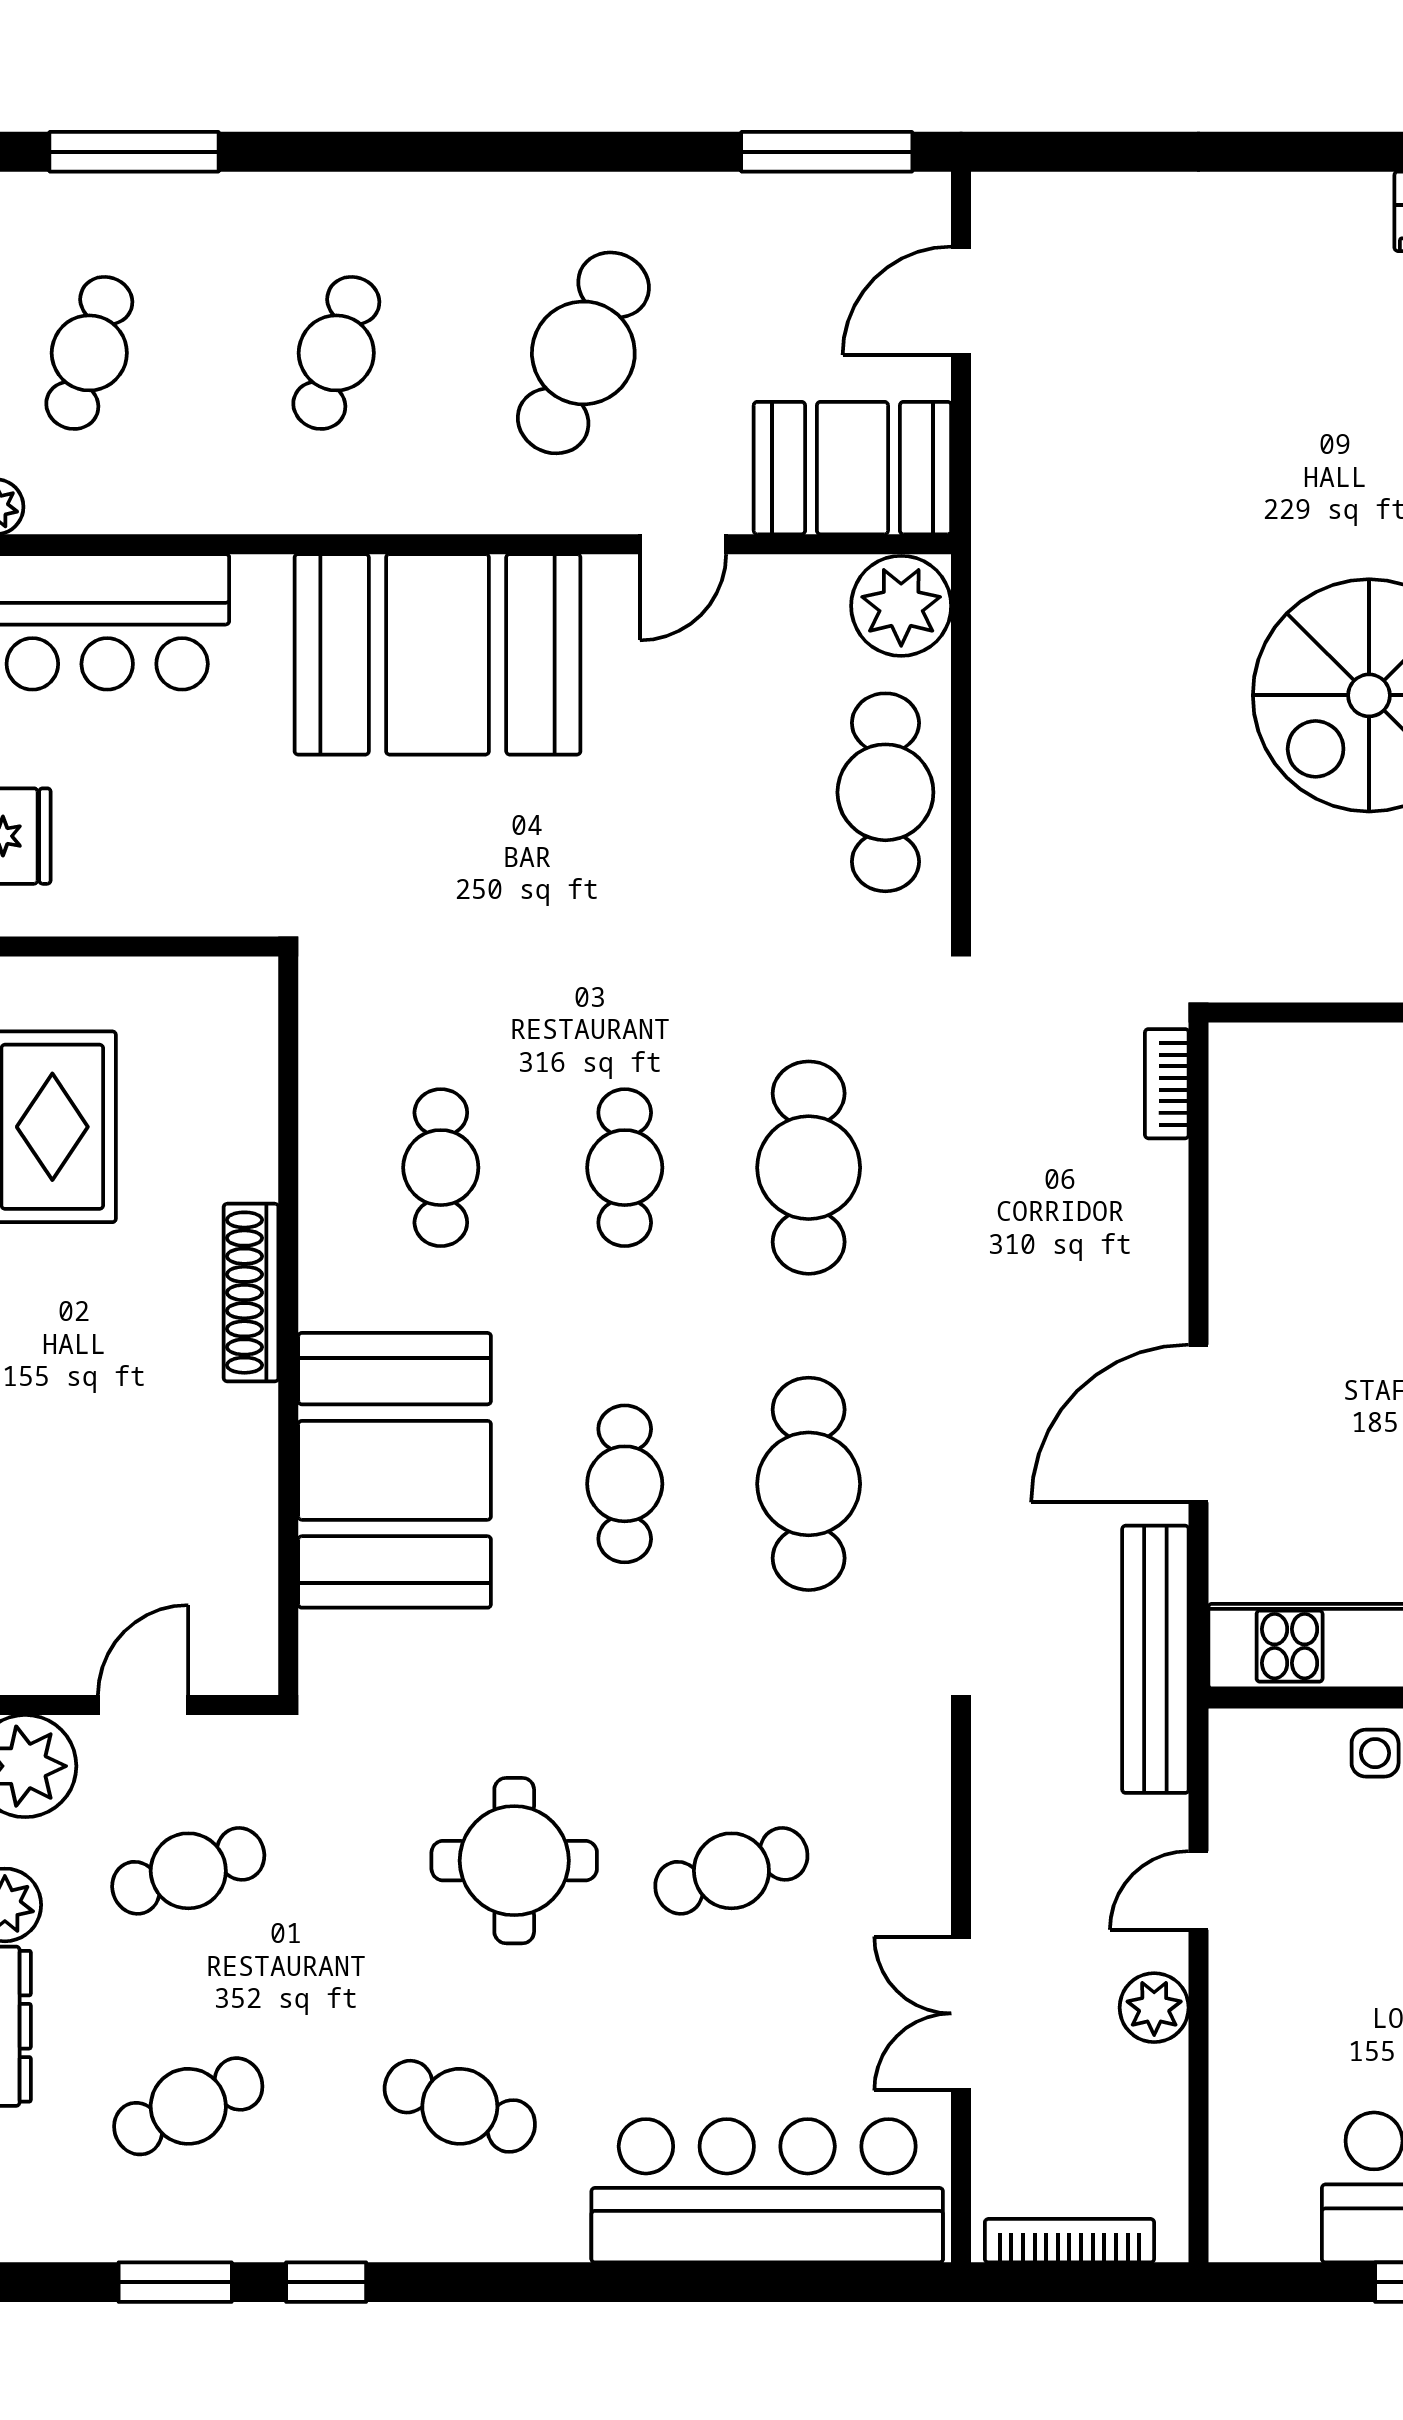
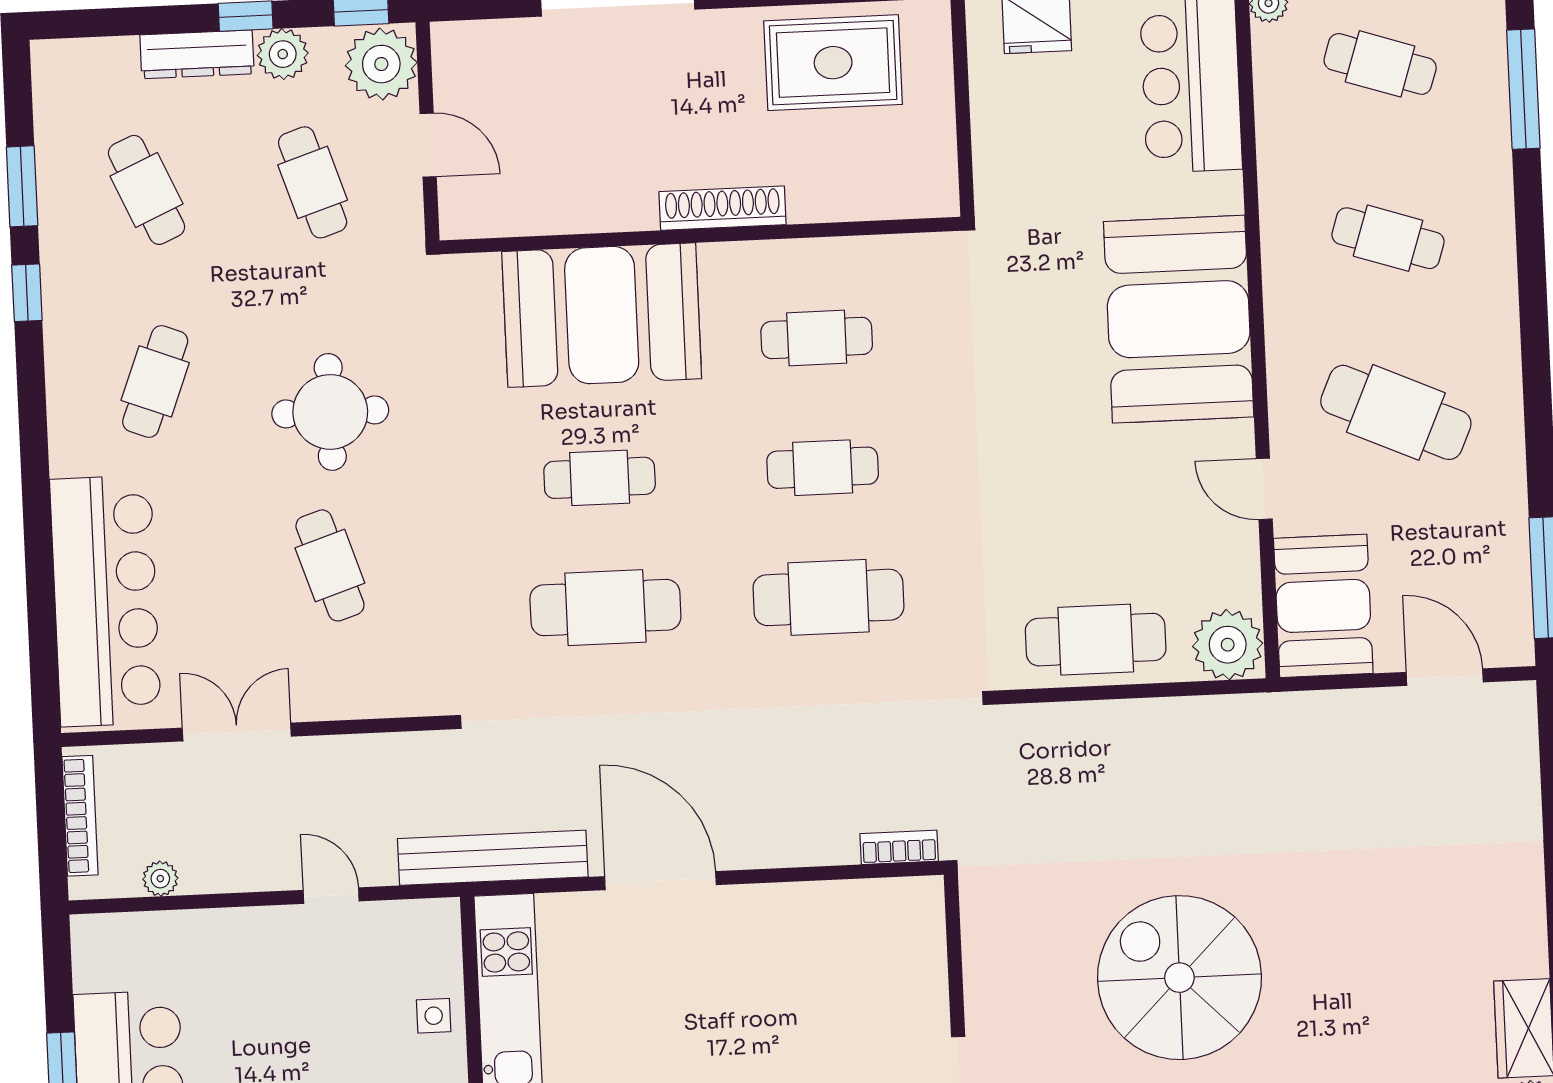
plant: (1154, 2008) -> (160, 879), moved, width x0.73, depth x0.73

